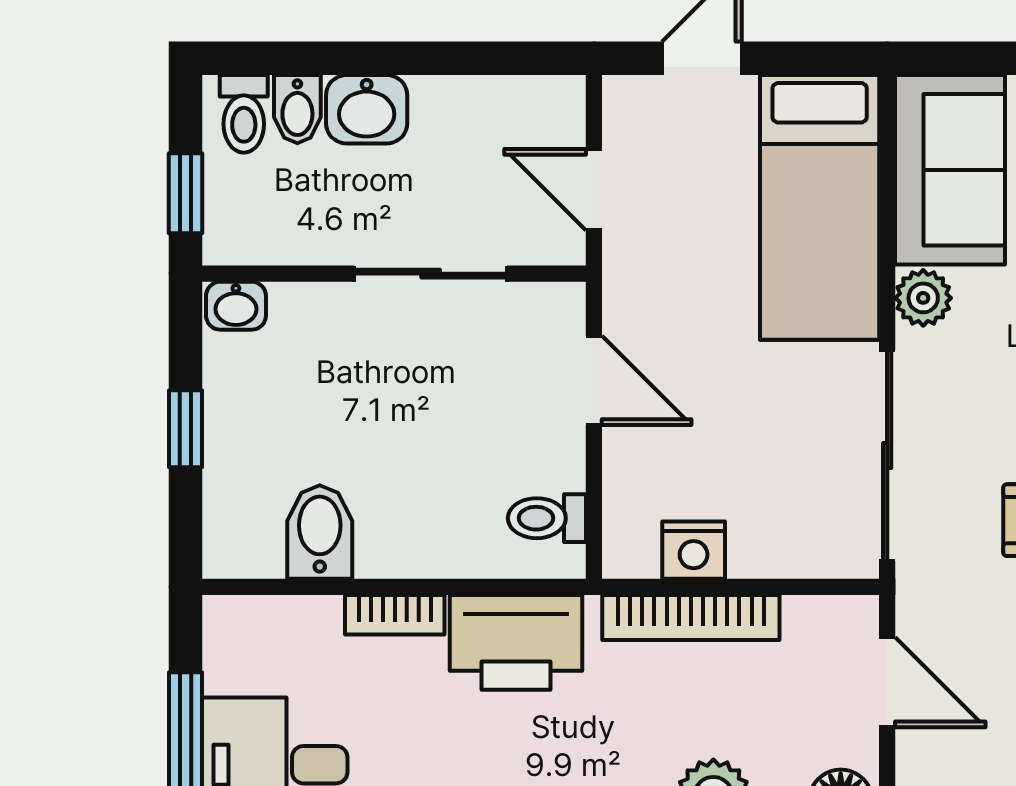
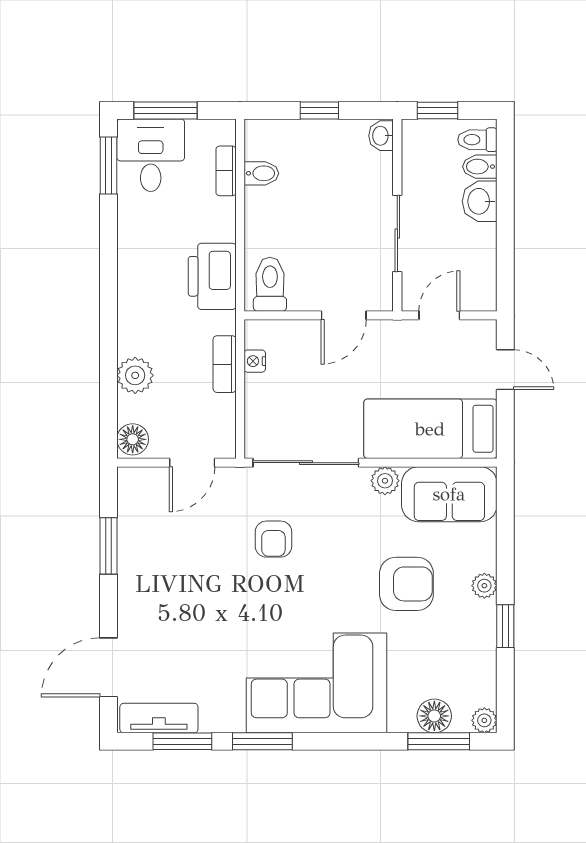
toilet: (547, 518) -> (270, 284), width x1.37, depth x1.39
bidet: (320, 532) -> (261, 173), width x0.72, depth x0.74
nightstand: (694, 550) -> (255, 361), width x0.72, depth x0.74
bookcase: (395, 615) -> (226, 171), moved
bookcase: (691, 617) -> (225, 364), width x0.64

